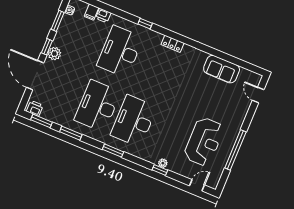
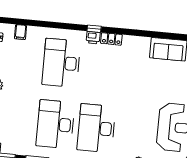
printer: (103, 16) -> (93, 38), moved
window: (145, 24) -> (94, 29), moved

